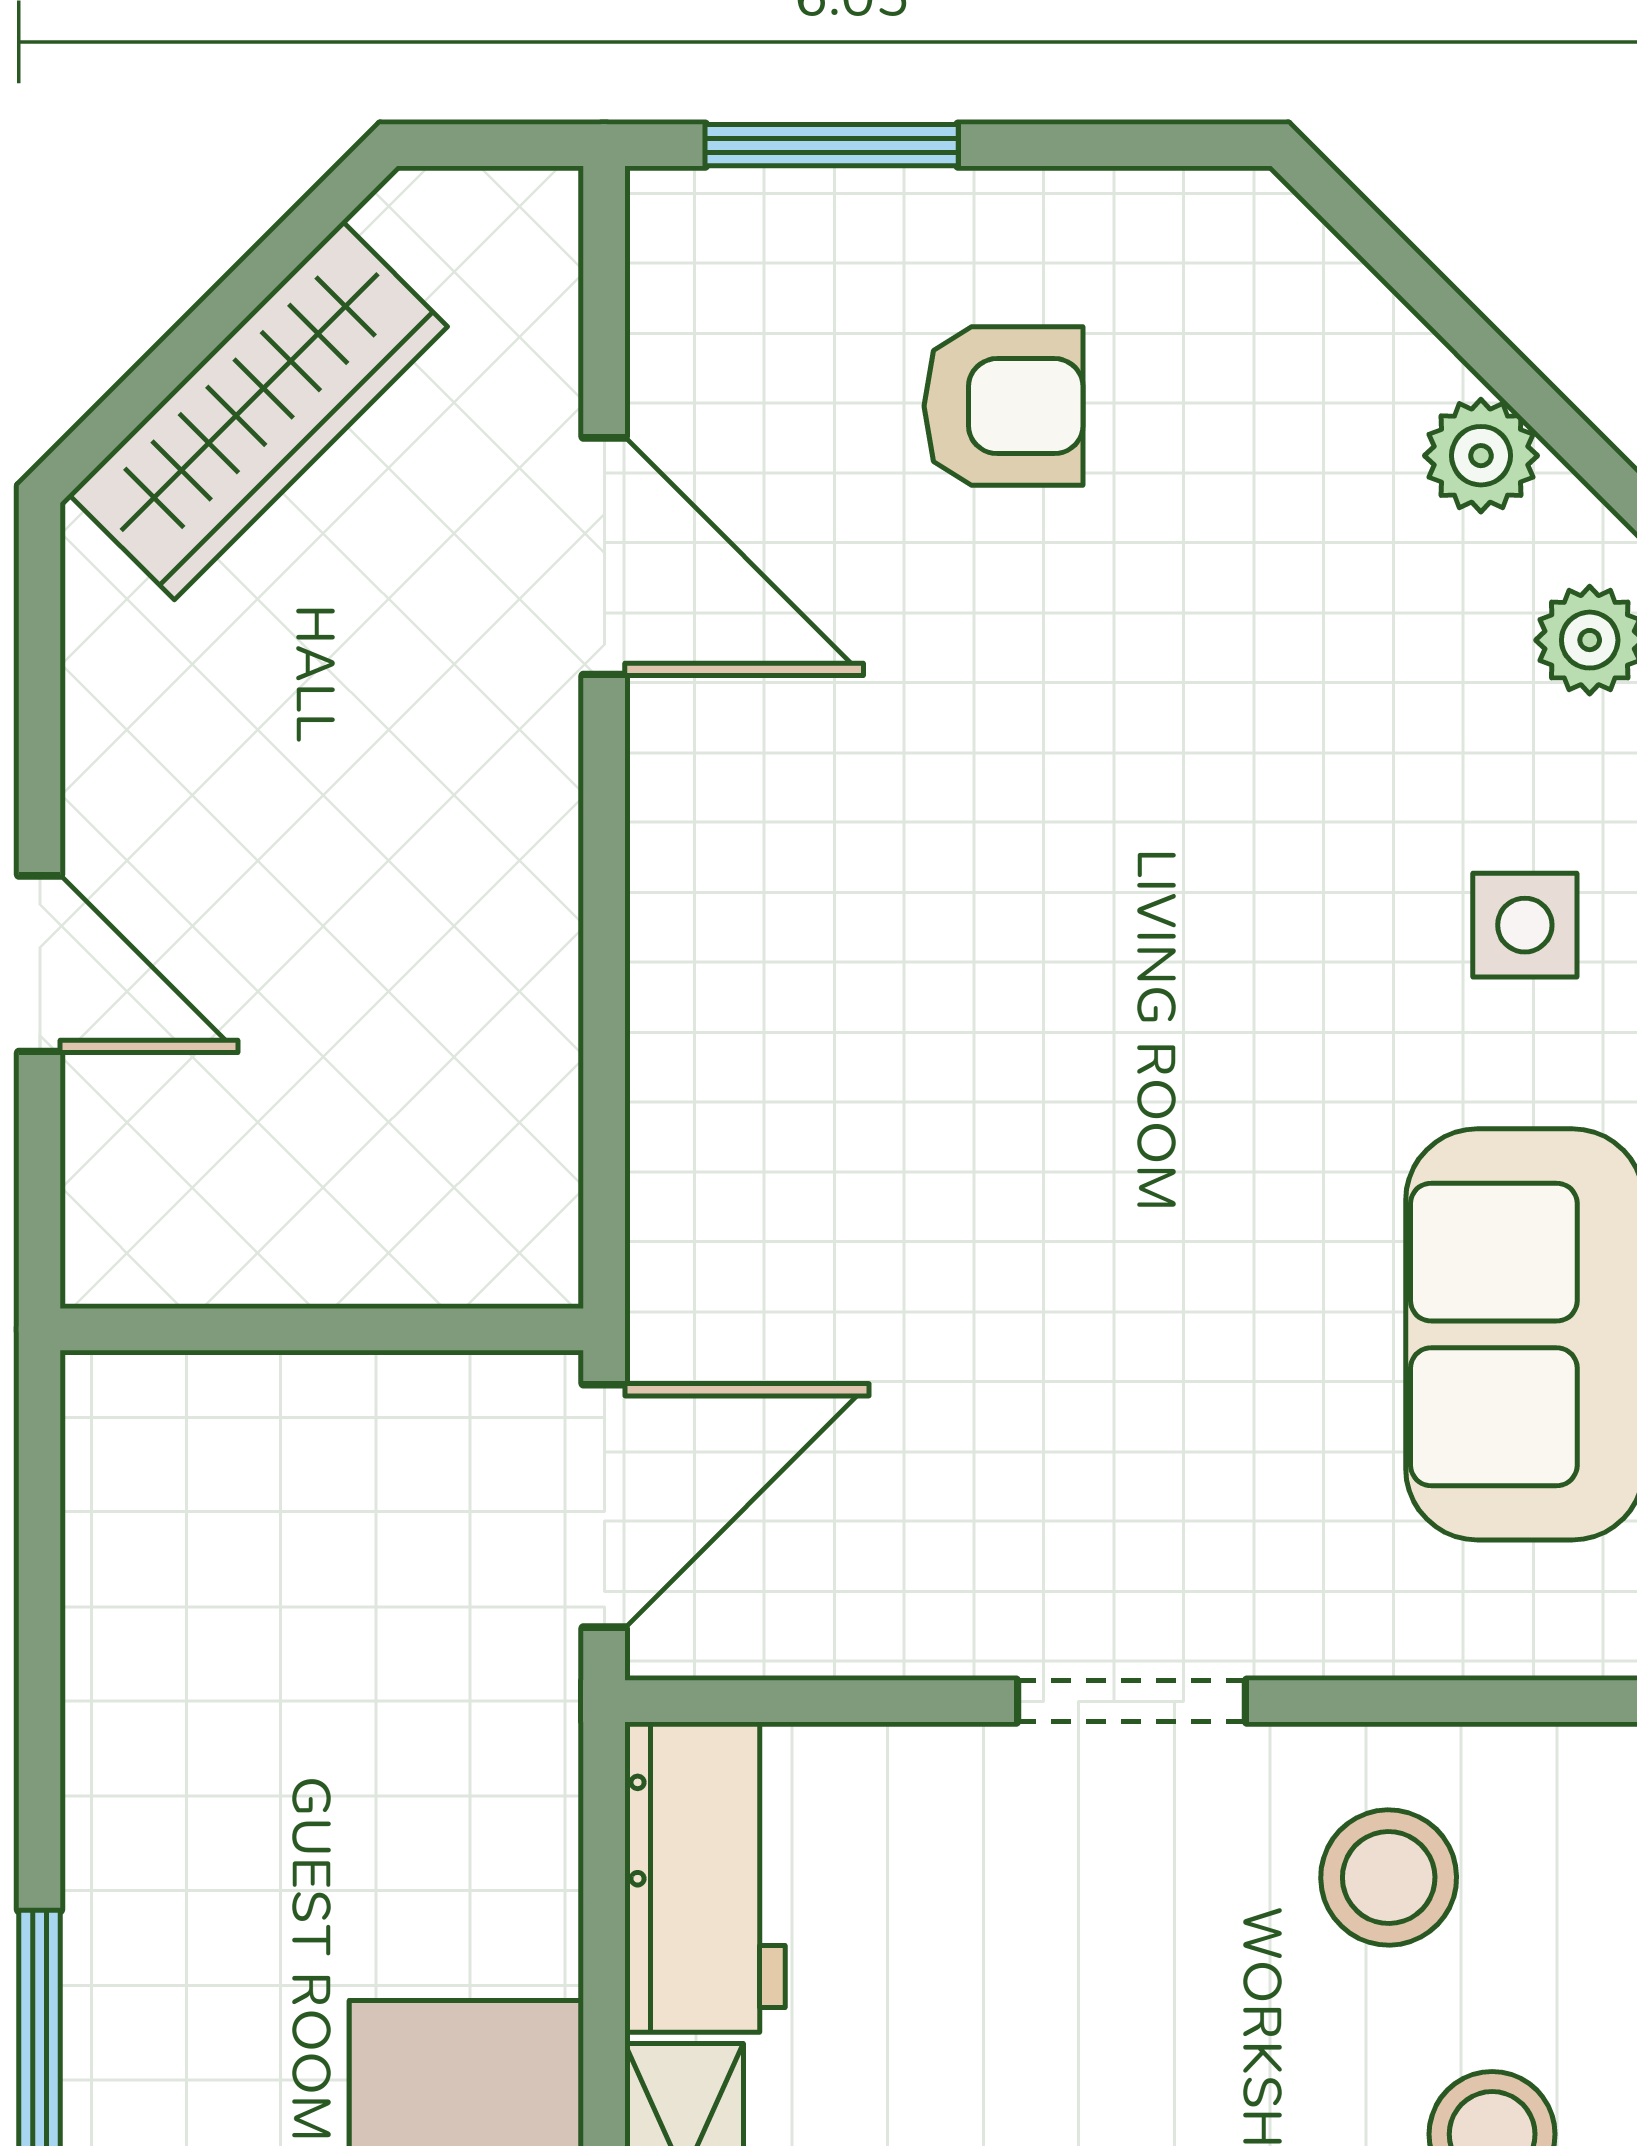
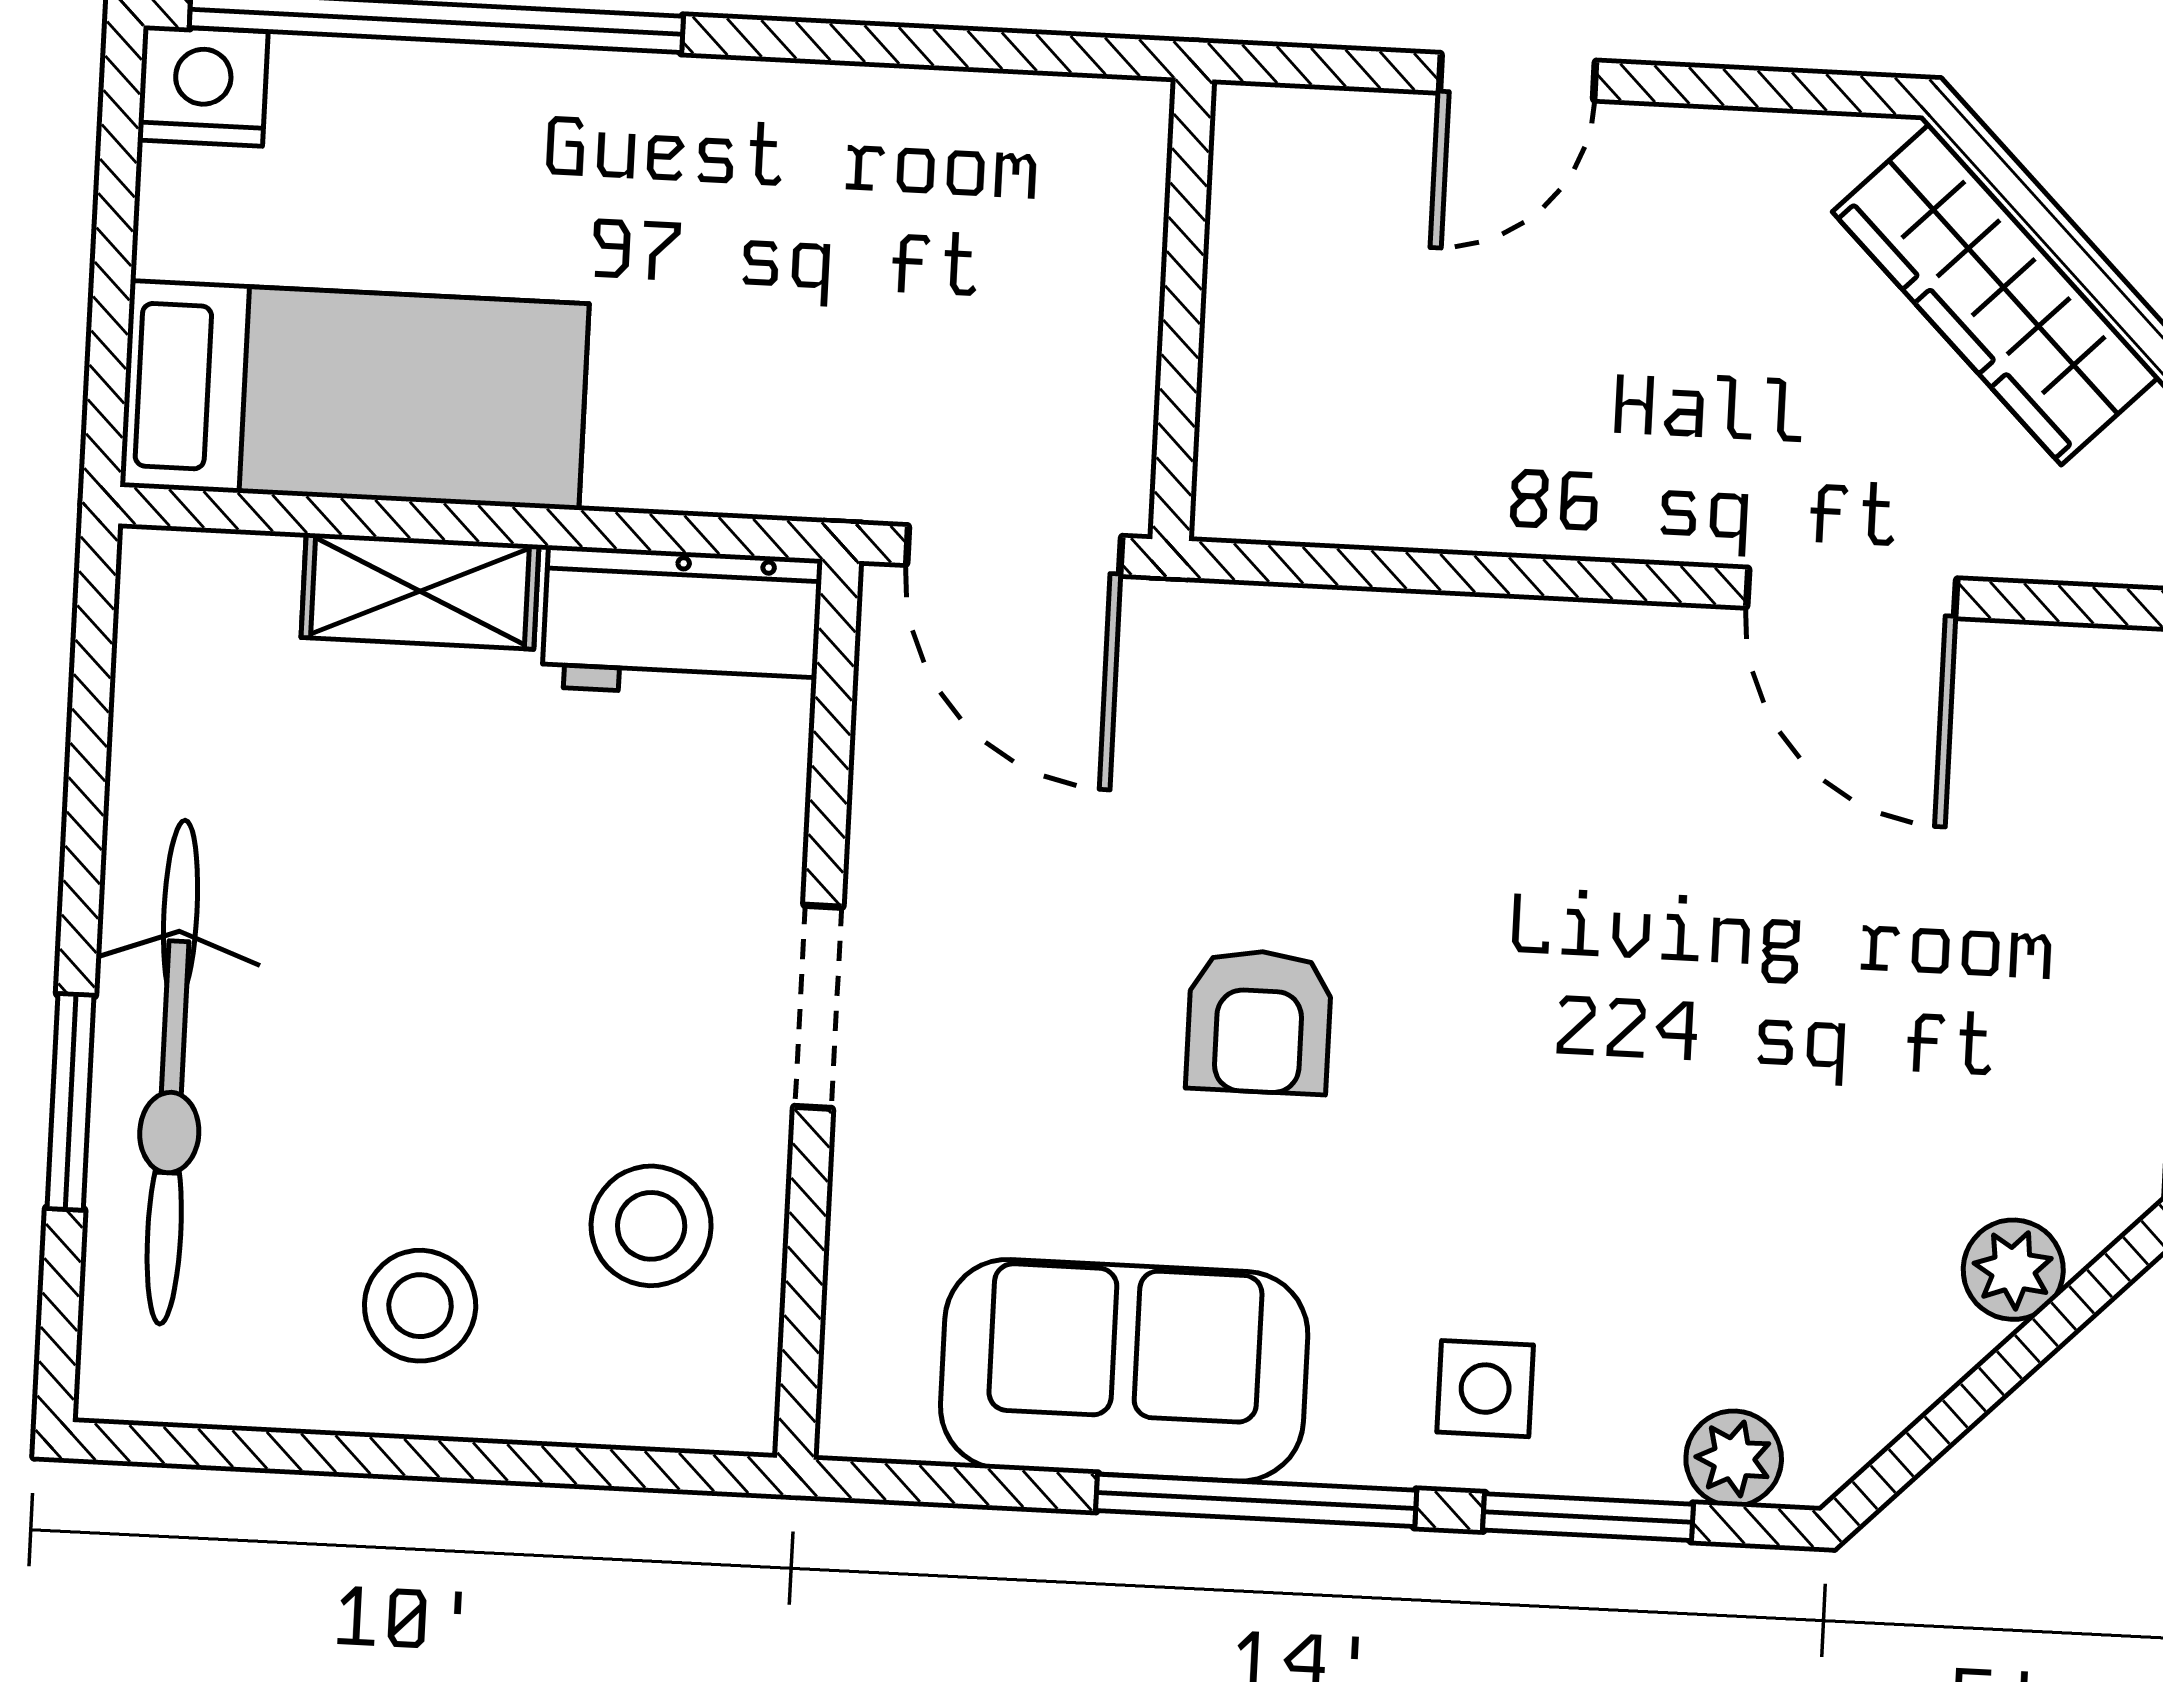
armchair: (1003, 406) -> (1259, 1022), moved
plant: (1481, 456) -> (2013, 1270), moved
door: (604, 556) -> (1852, 593), hinge flipped

